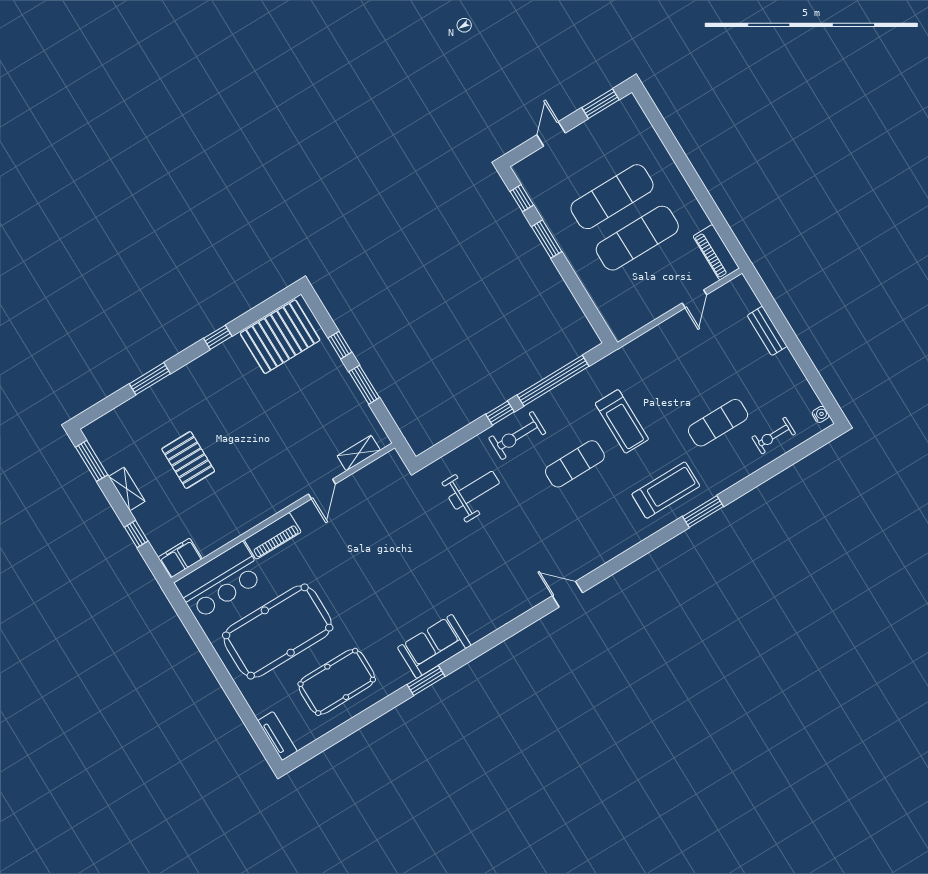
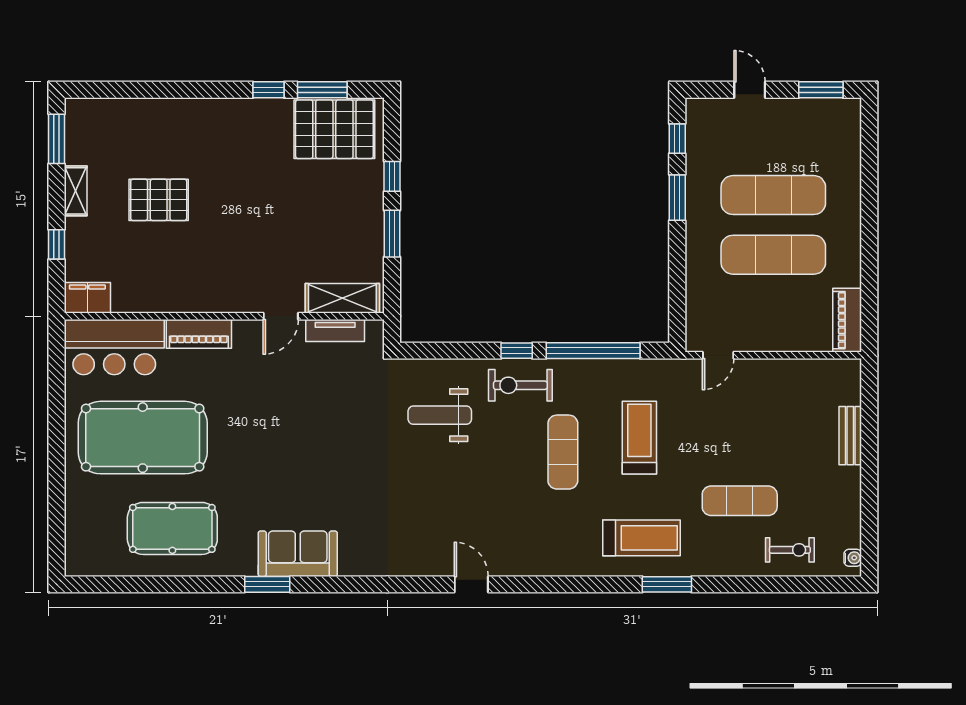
door: (551, 134) -> (750, 90), hinge flipped
door: (694, 299) -> (718, 355), moved
window: (150, 379) -> (322, 90), moved
treadmill: (622, 421) -> (639, 438), turned 180
exercise bike: (774, 436) -> (790, 550), turned 180
shelving: (359, 453) -> (342, 298), width x1.50, depth x1.33
pallet: (188, 460) -> (159, 200), turned 90
exercise mat: (575, 464) -> (563, 452), turned 90
weight bench: (474, 490) -> (440, 415), turned 180
tv unit: (278, 736) -> (335, 330), moved, turned 90

